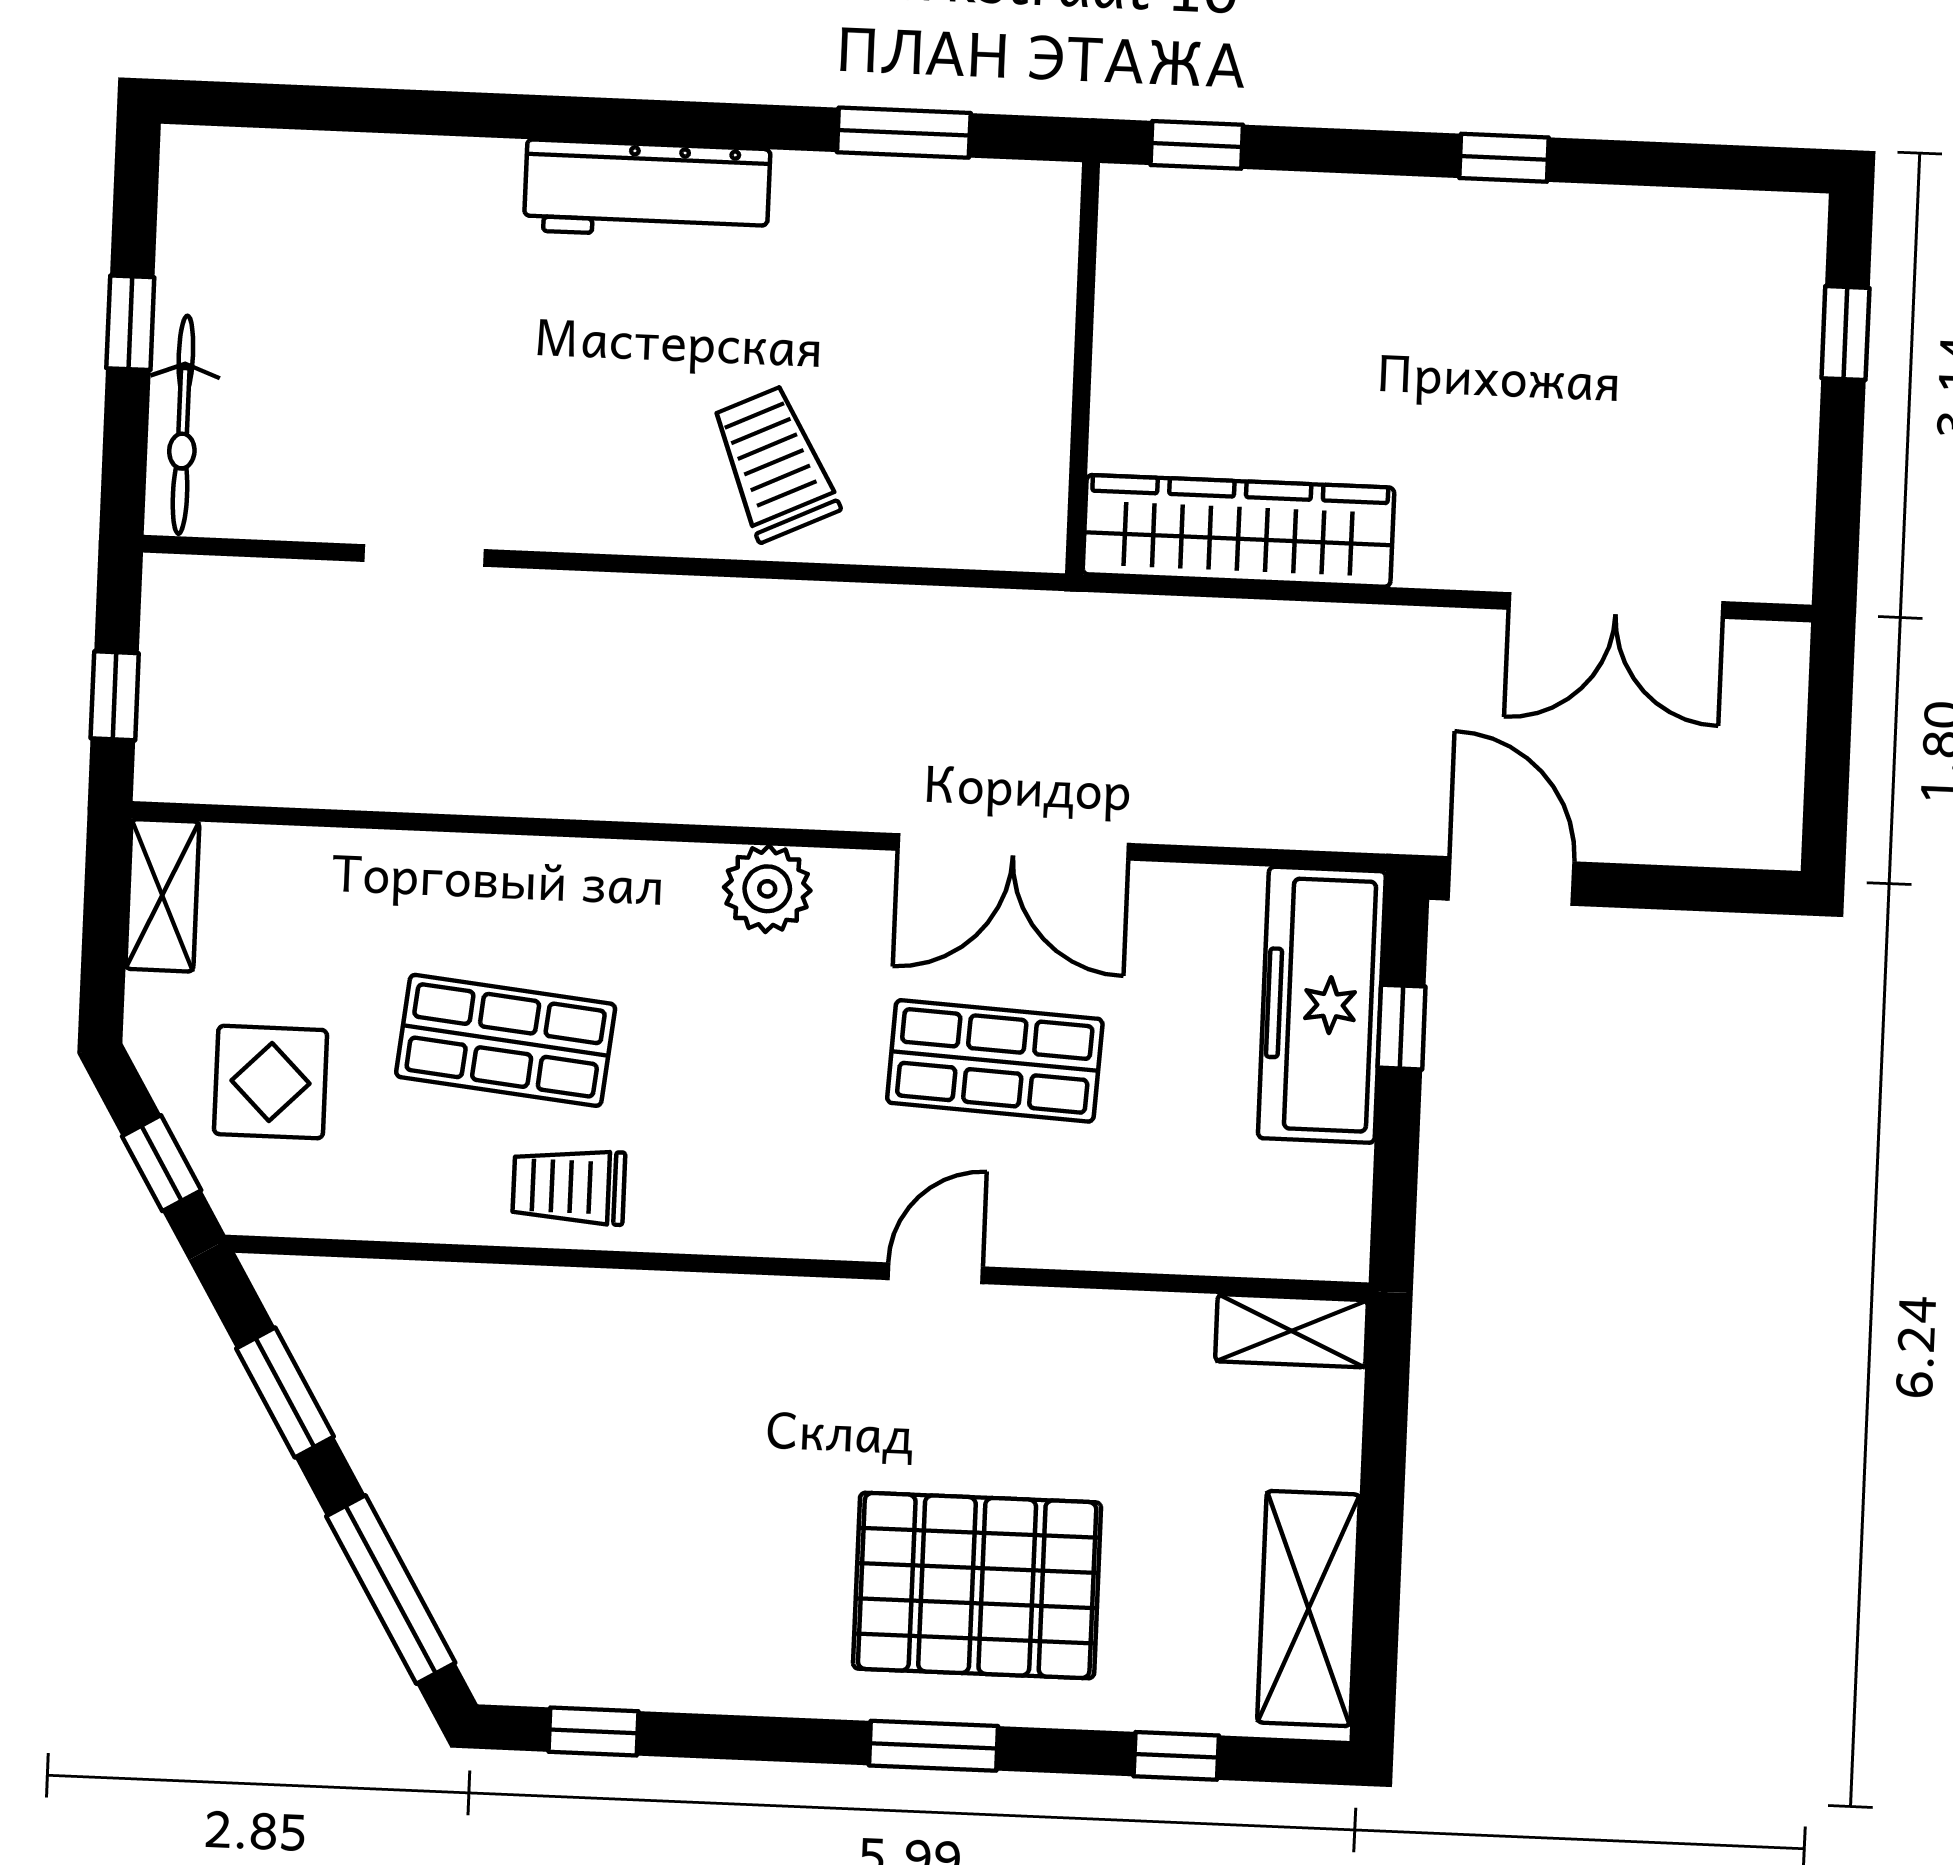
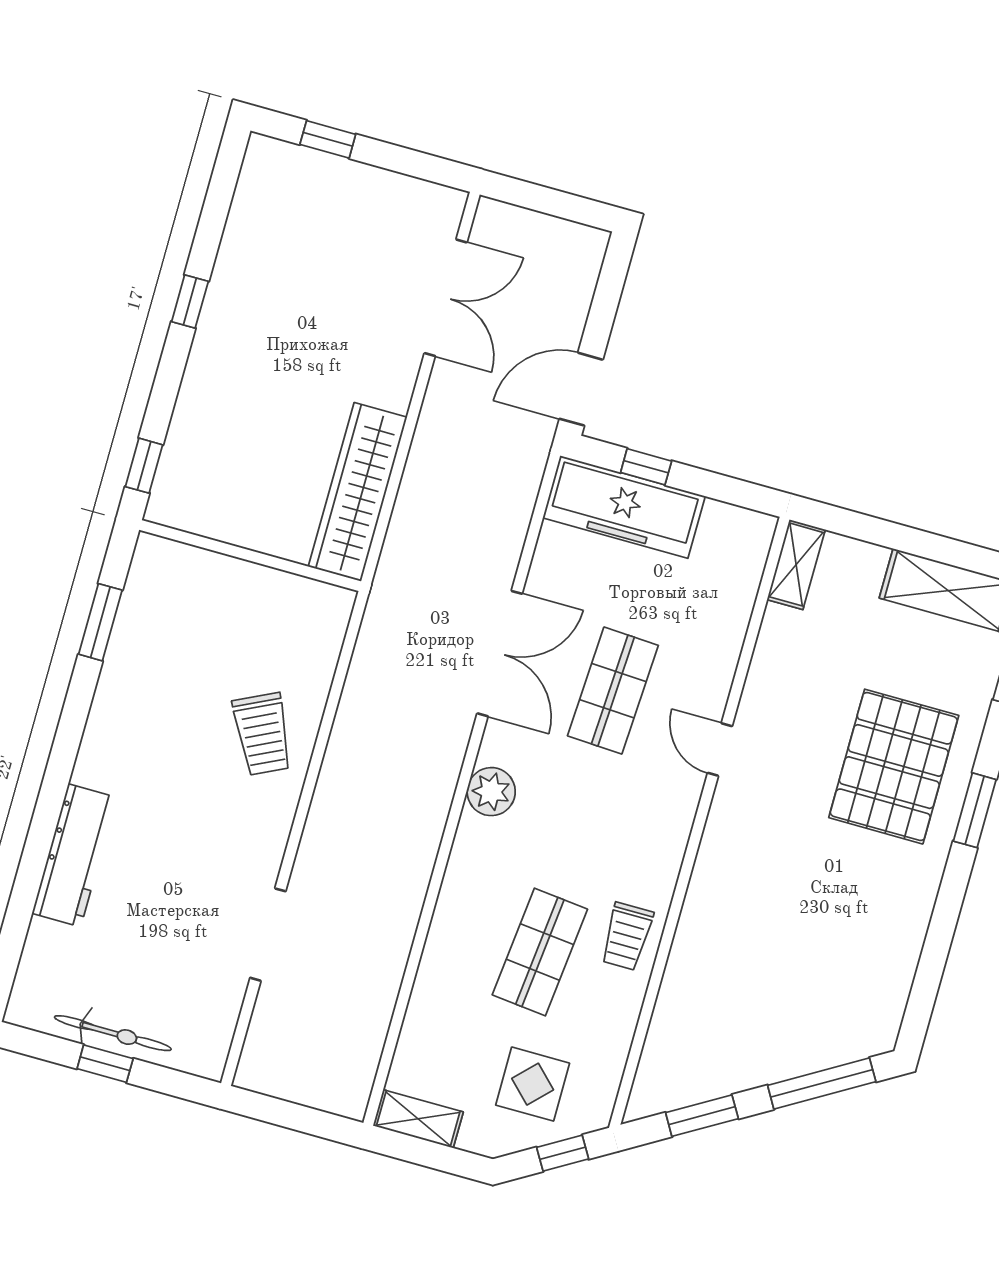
workbench: (647, 190) -> (74, 855), moved
bicycle: (183, 425) -> (113, 1033), moved
trolley: (774, 463) -> (263, 734), turned -91
doorway: (424, 555) -> (268, 935), width x1.38
window: (115, 696) -> (304, 1119), removed
window: (593, 1731) -> (924, 992), removed

